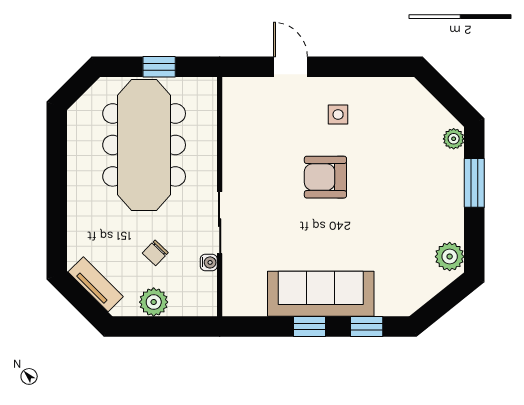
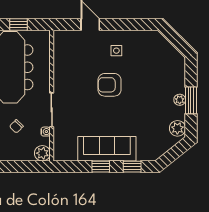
plant: (454, 139) -> (180, 100), moved
window: (474, 183) -> (191, 100), moved
plant: (154, 302) -> (42, 153), moved

